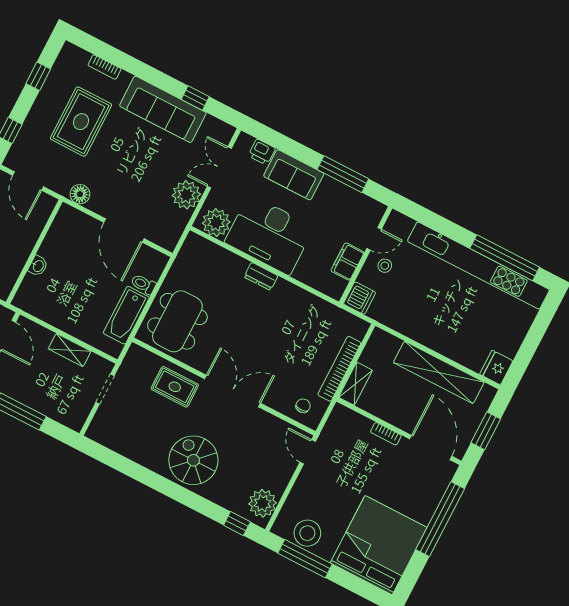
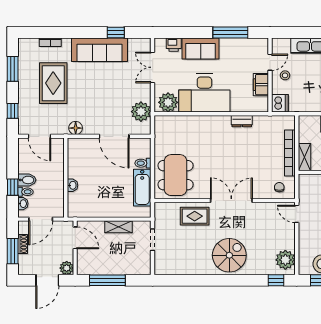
window: (38, 76) -> (13, 69), width x1.50
plant: (186, 195) -> (141, 112), moved
dresser: (261, 276) -> (242, 121), moved
spiral stairs: (193, 460) -> (229, 255), turned 90

